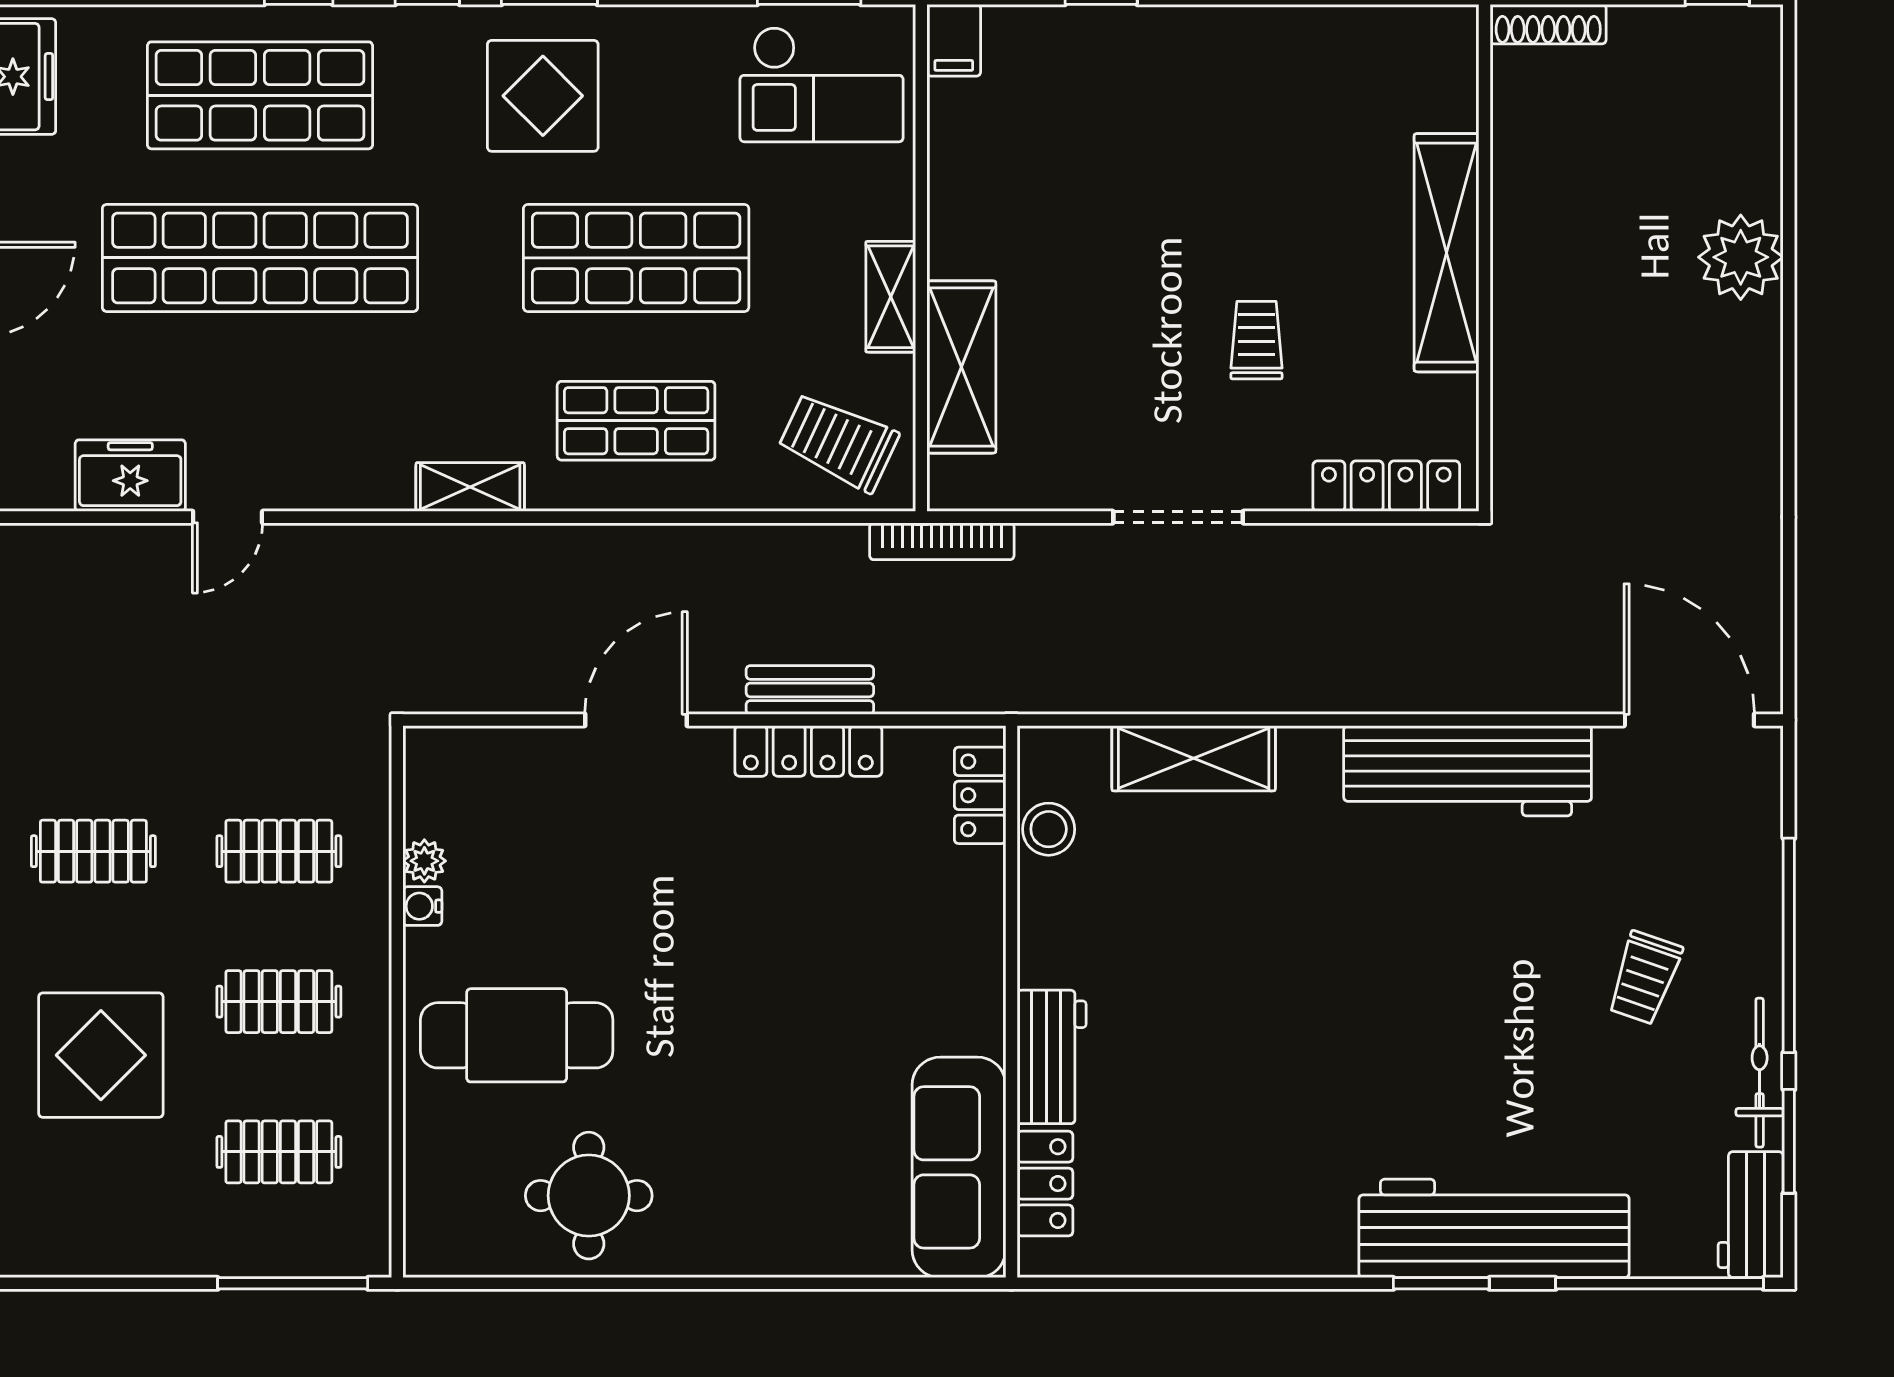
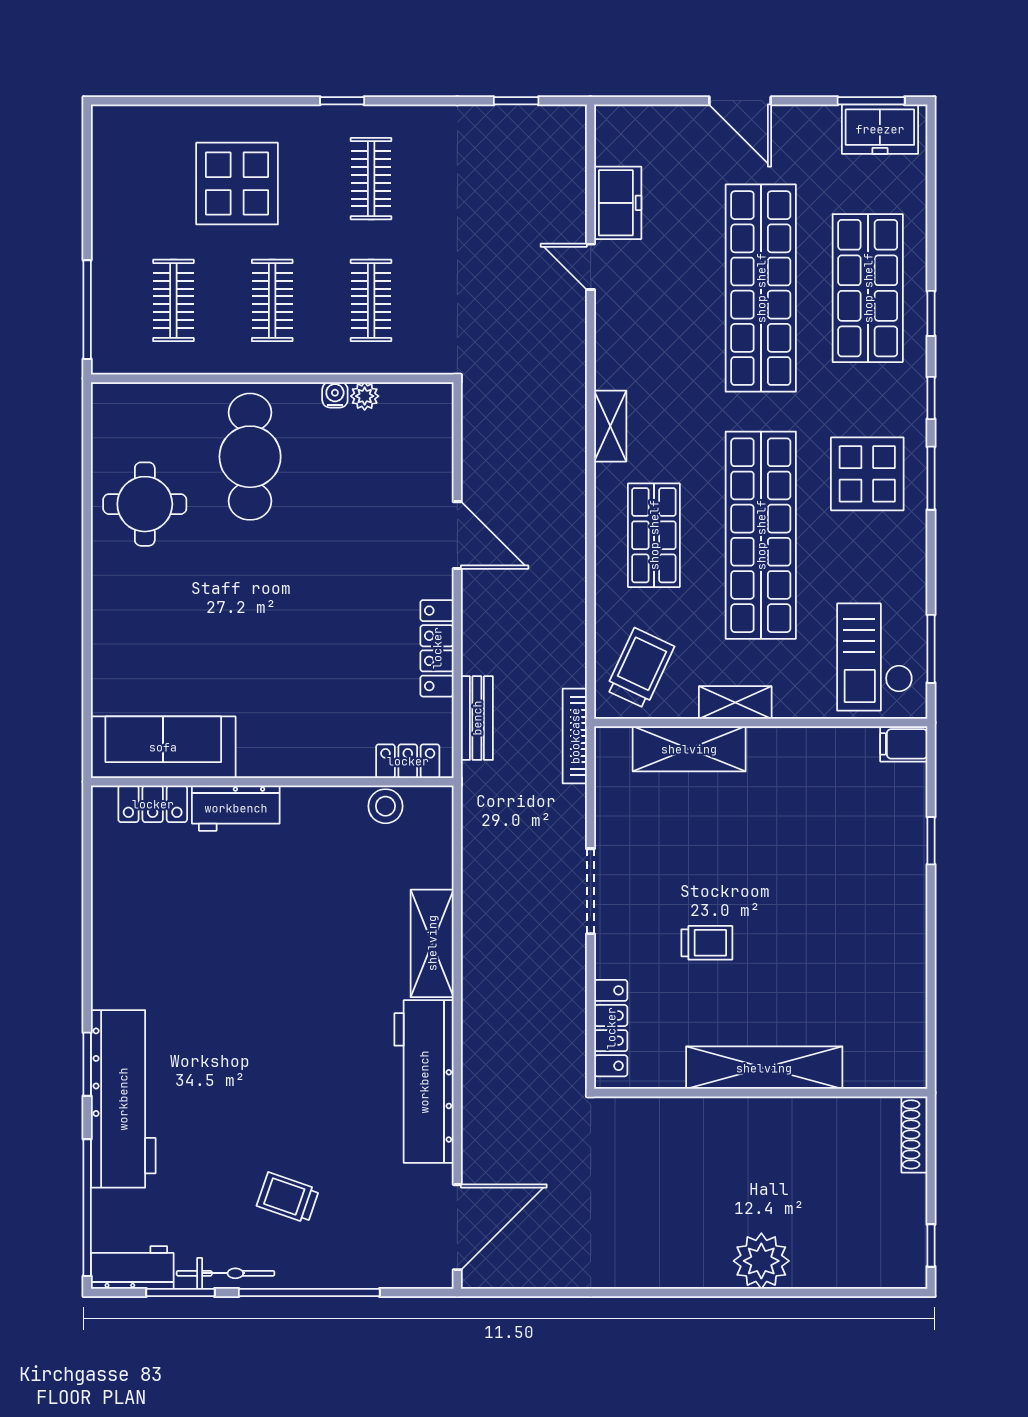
shop shelf: (636, 258) -> (761, 535), width x1.40
bench: (810, 690) -> (477, 718), moved
shelving: (1194, 758) -> (432, 943), moved

